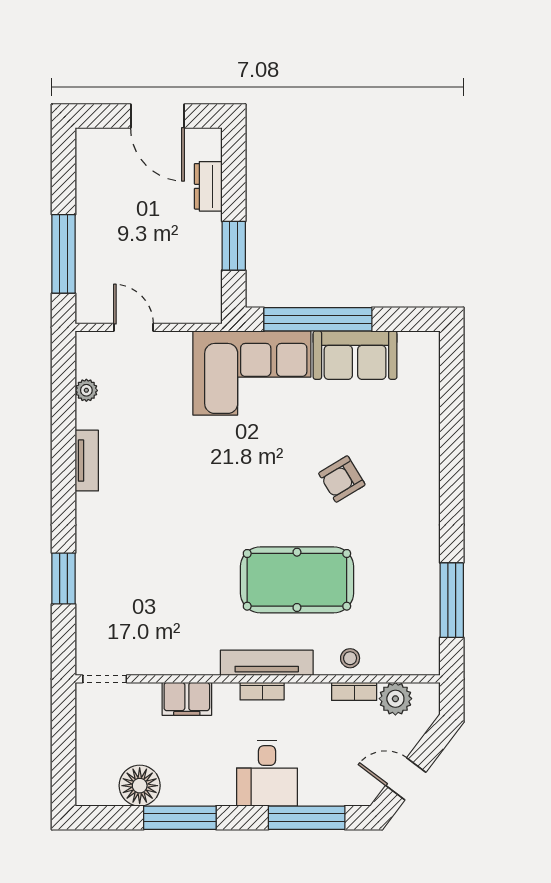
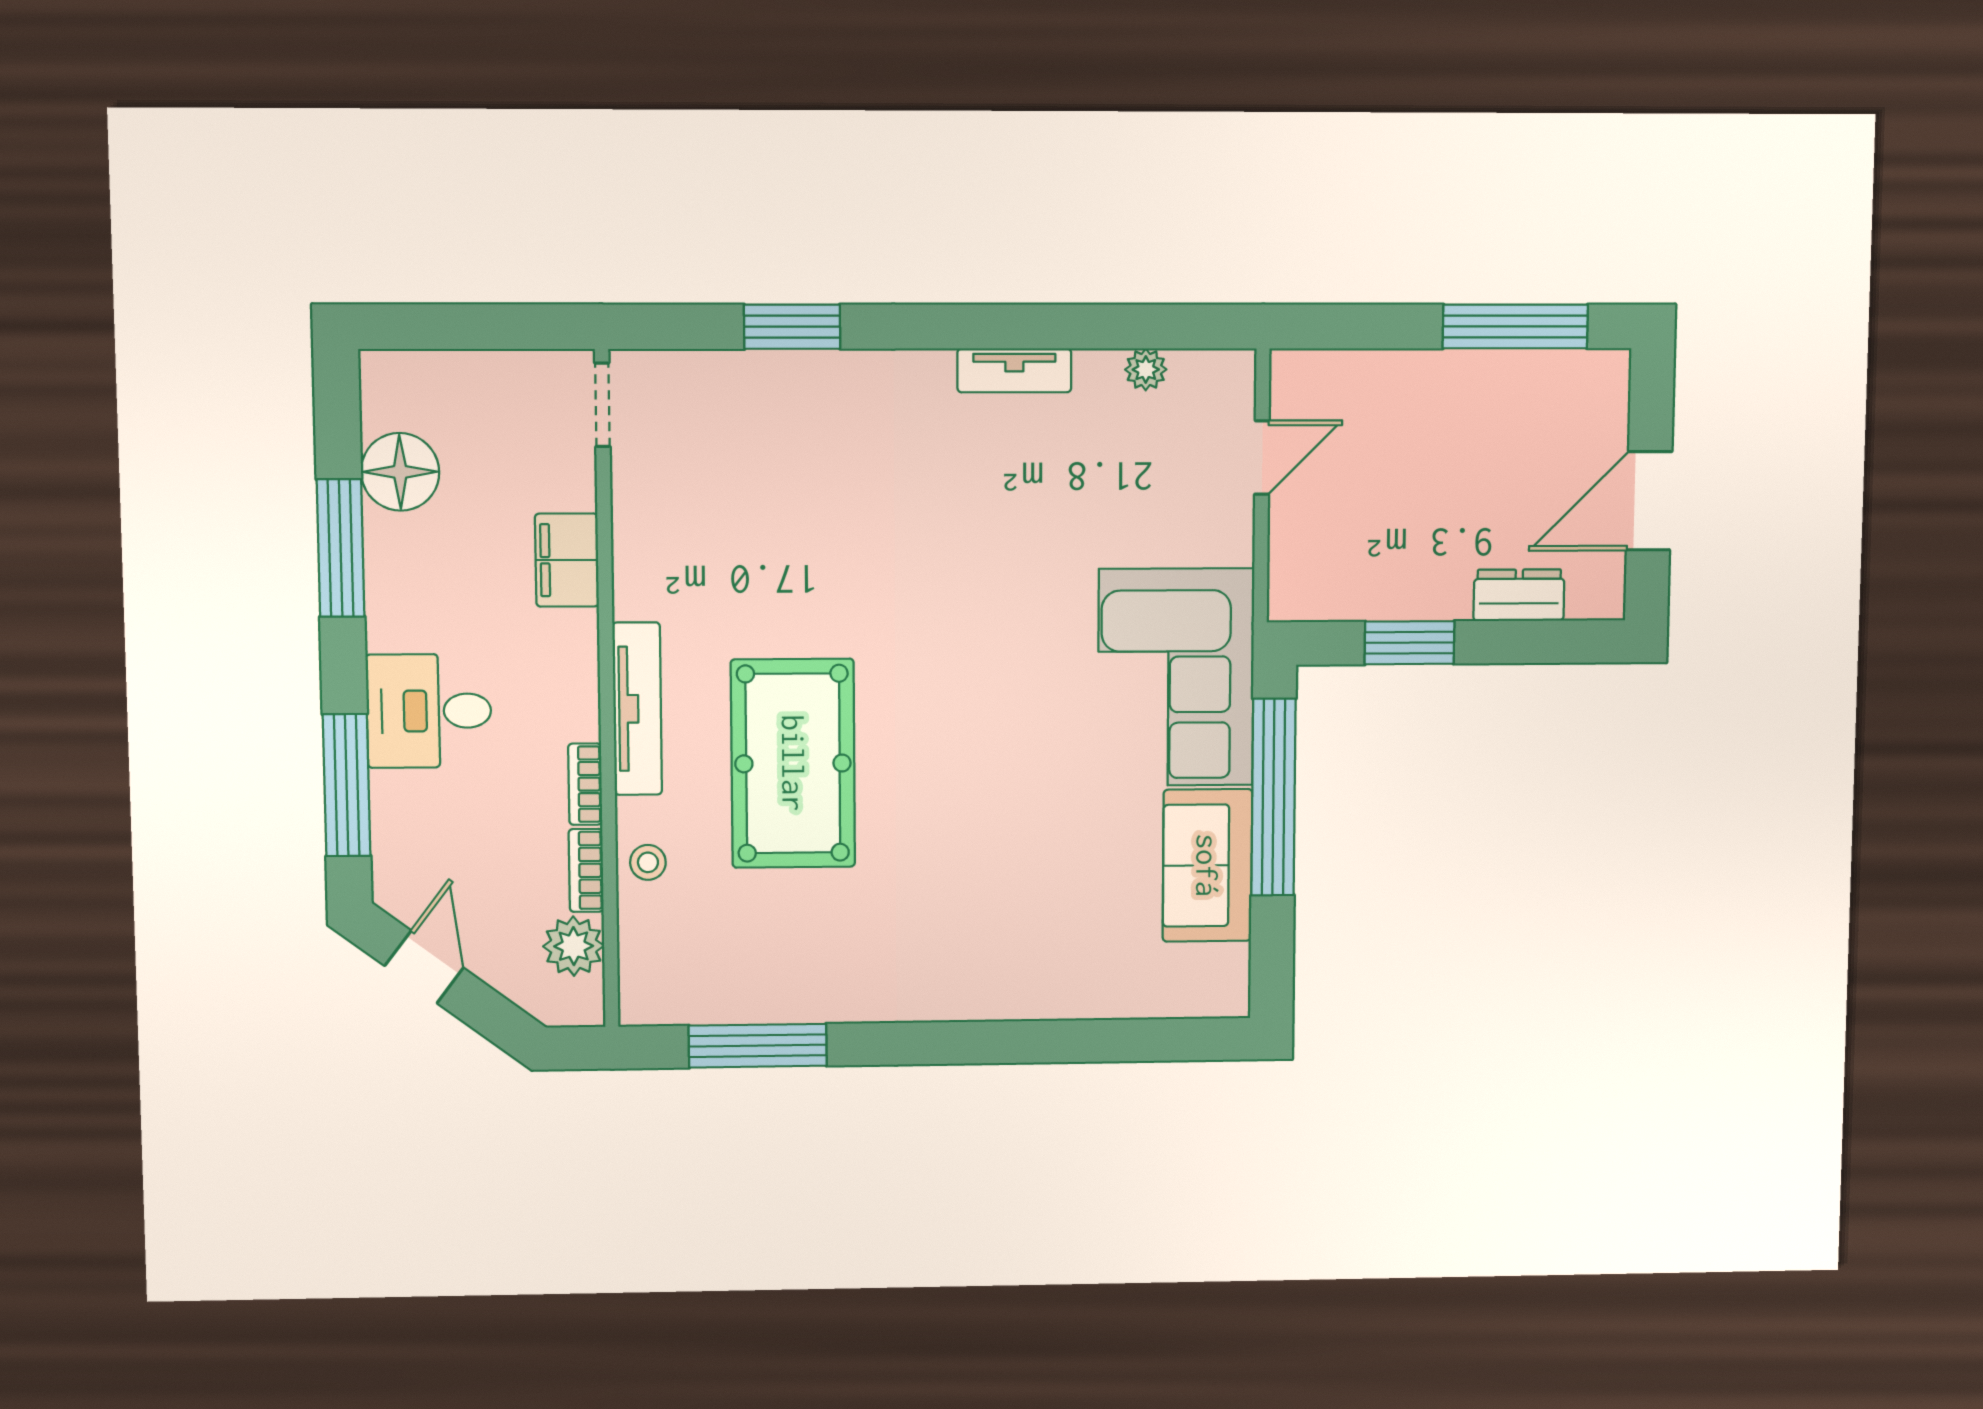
window: (64, 254) -> (1515, 326), moved
armchair: (342, 479) -> (980, 844), removed
bookcase: (262, 691) -> (585, 784), moved

